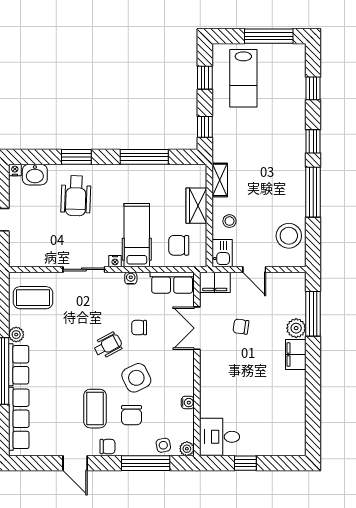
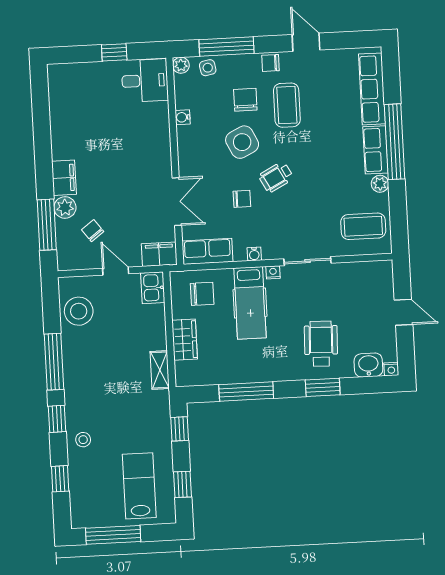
stool: (229, 221) -> (83, 440), moved
chair: (241, 327) -> (93, 231), moved, turned -135

